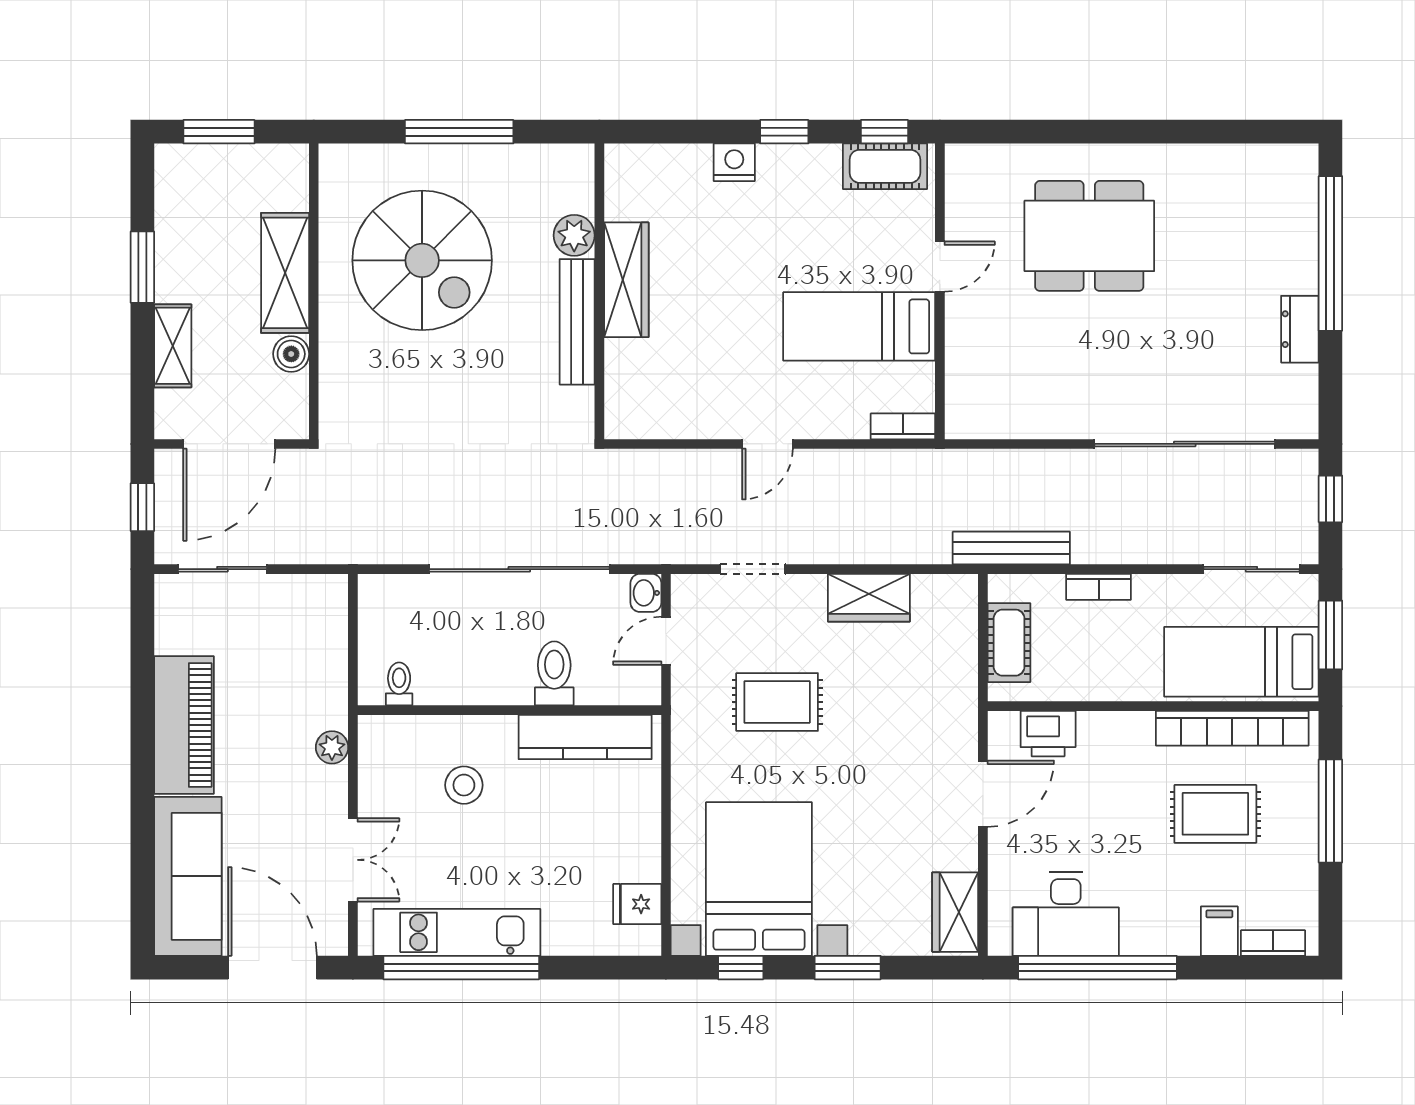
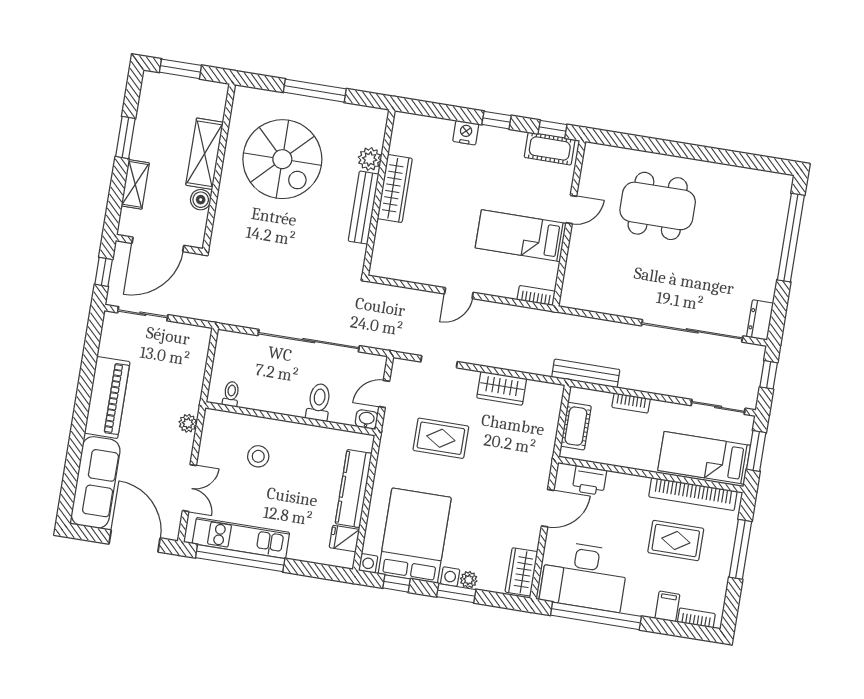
dresser: (1300, 329) -> (760, 320), moved
washbasin: (646, 593) -> (367, 419), moved, turned 90
kitchen counter: (585, 737) -> (354, 488), moved, turned 90
desk: (1066, 914) -> (584, 576), width x1.36, depth x1.30
plant: (866, 941) -> (469, 580), added

